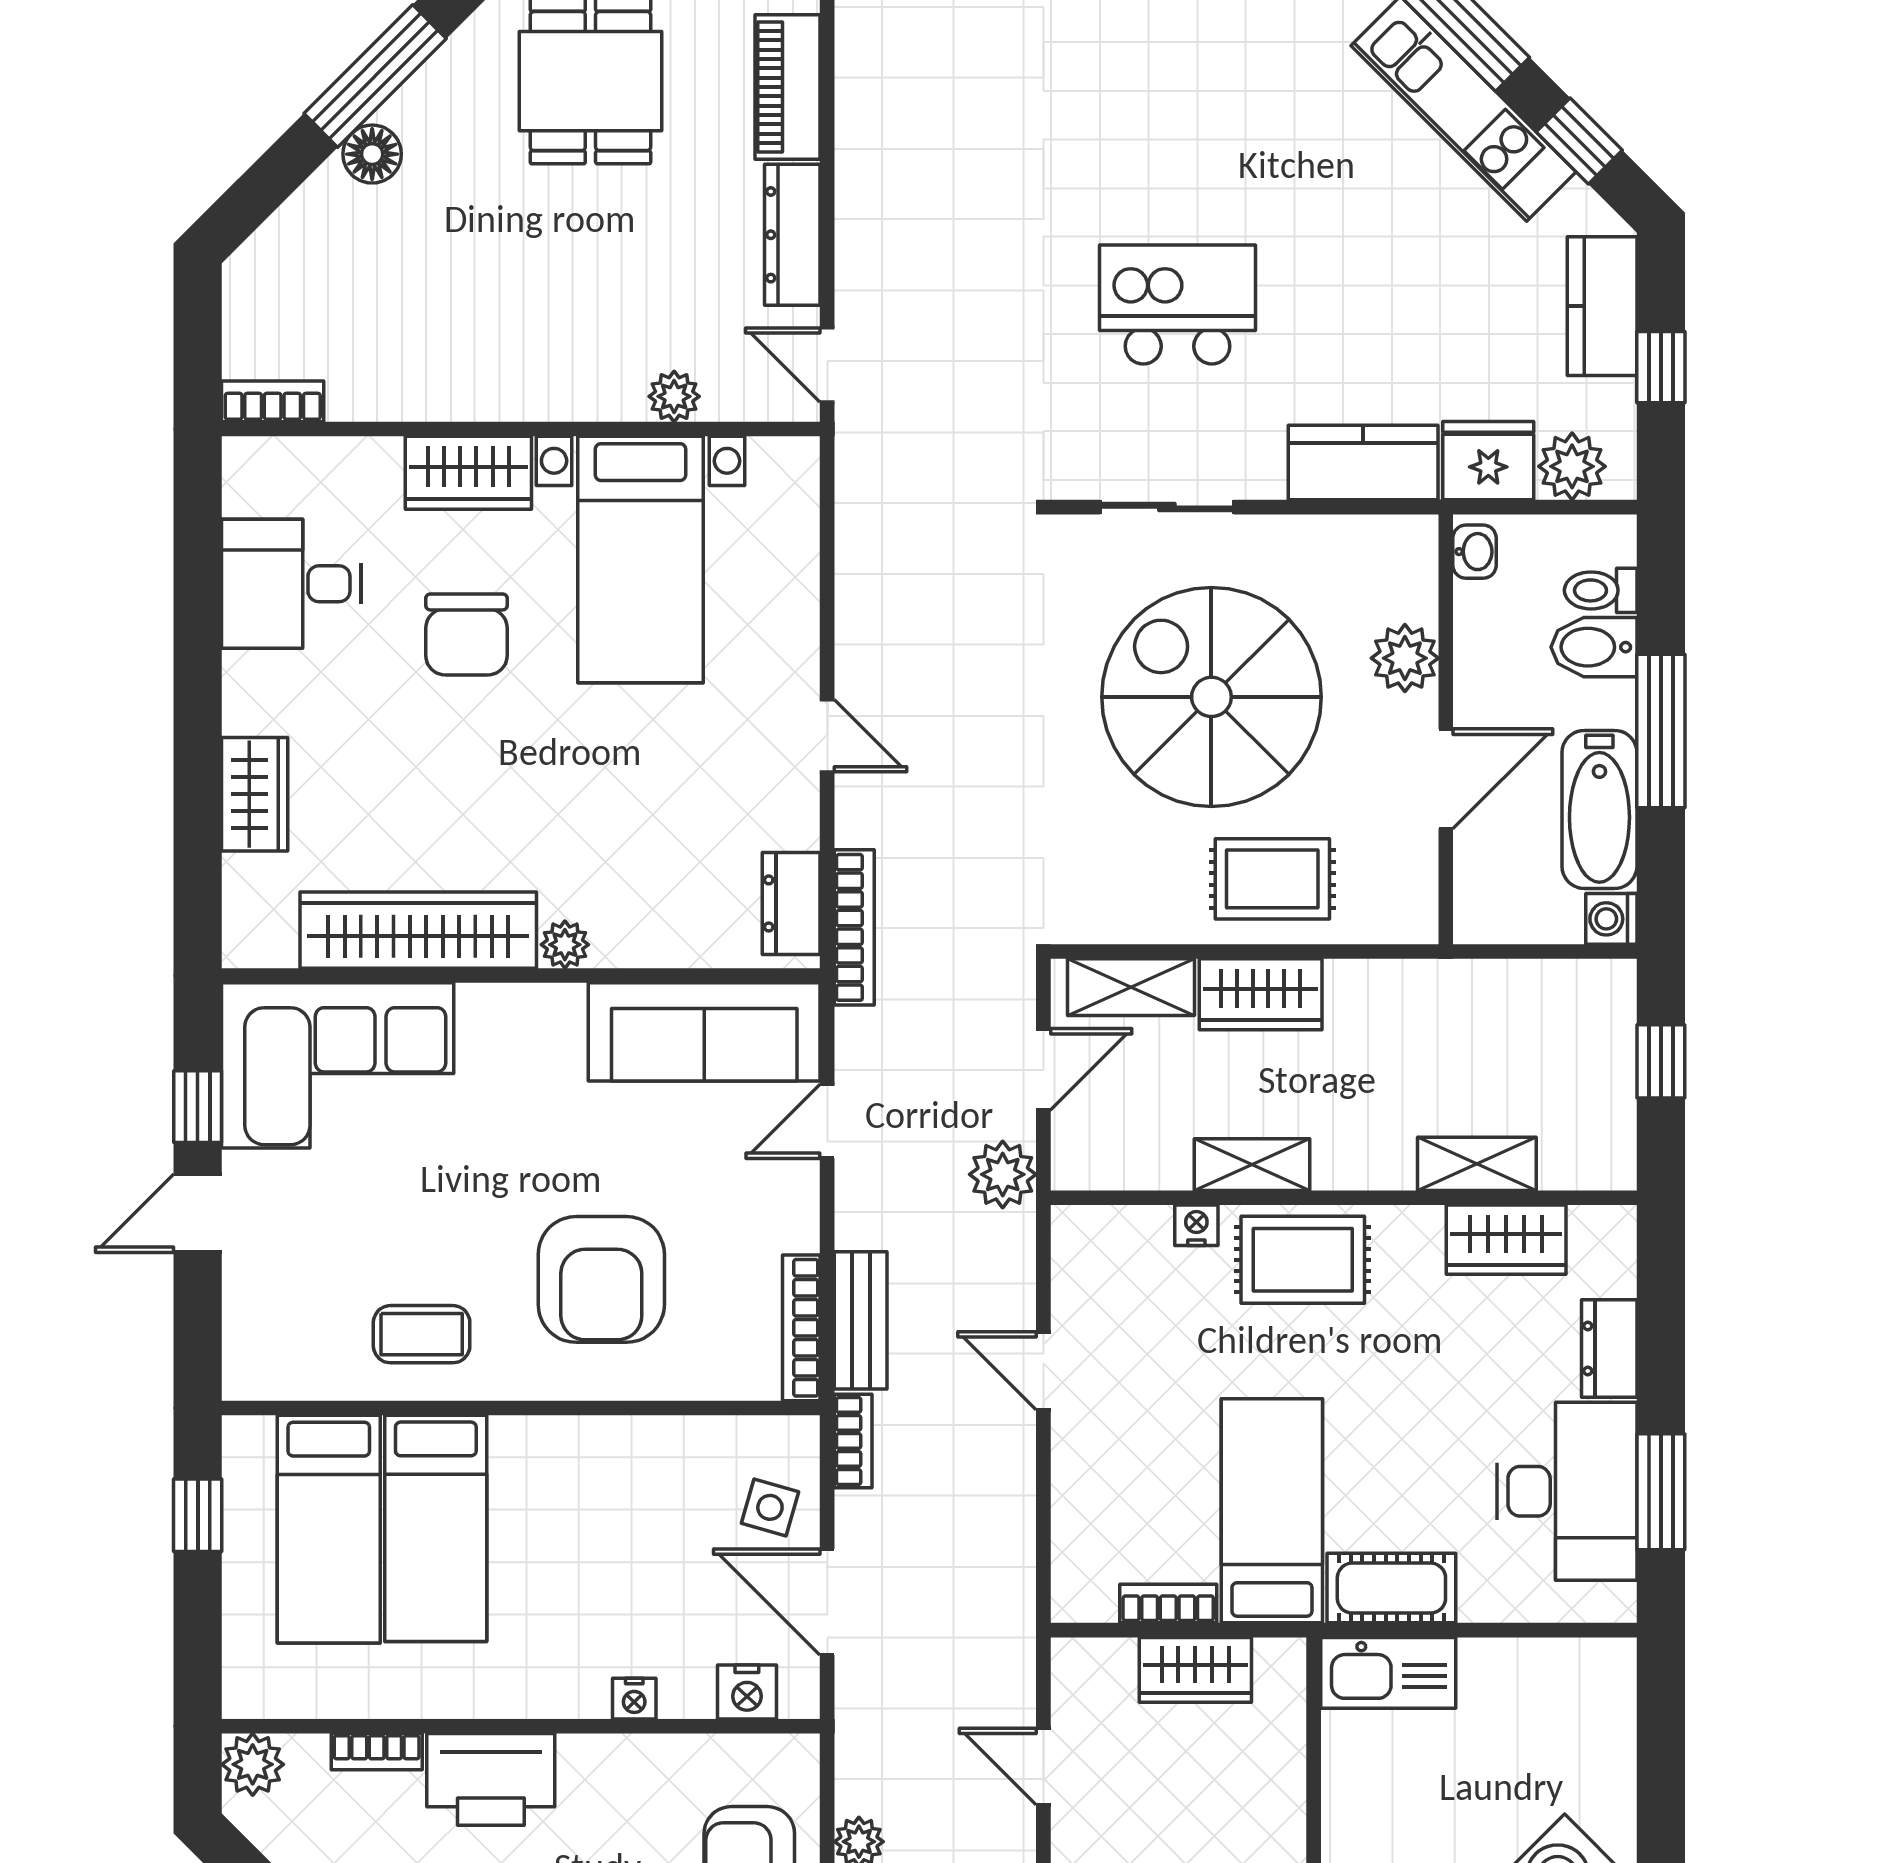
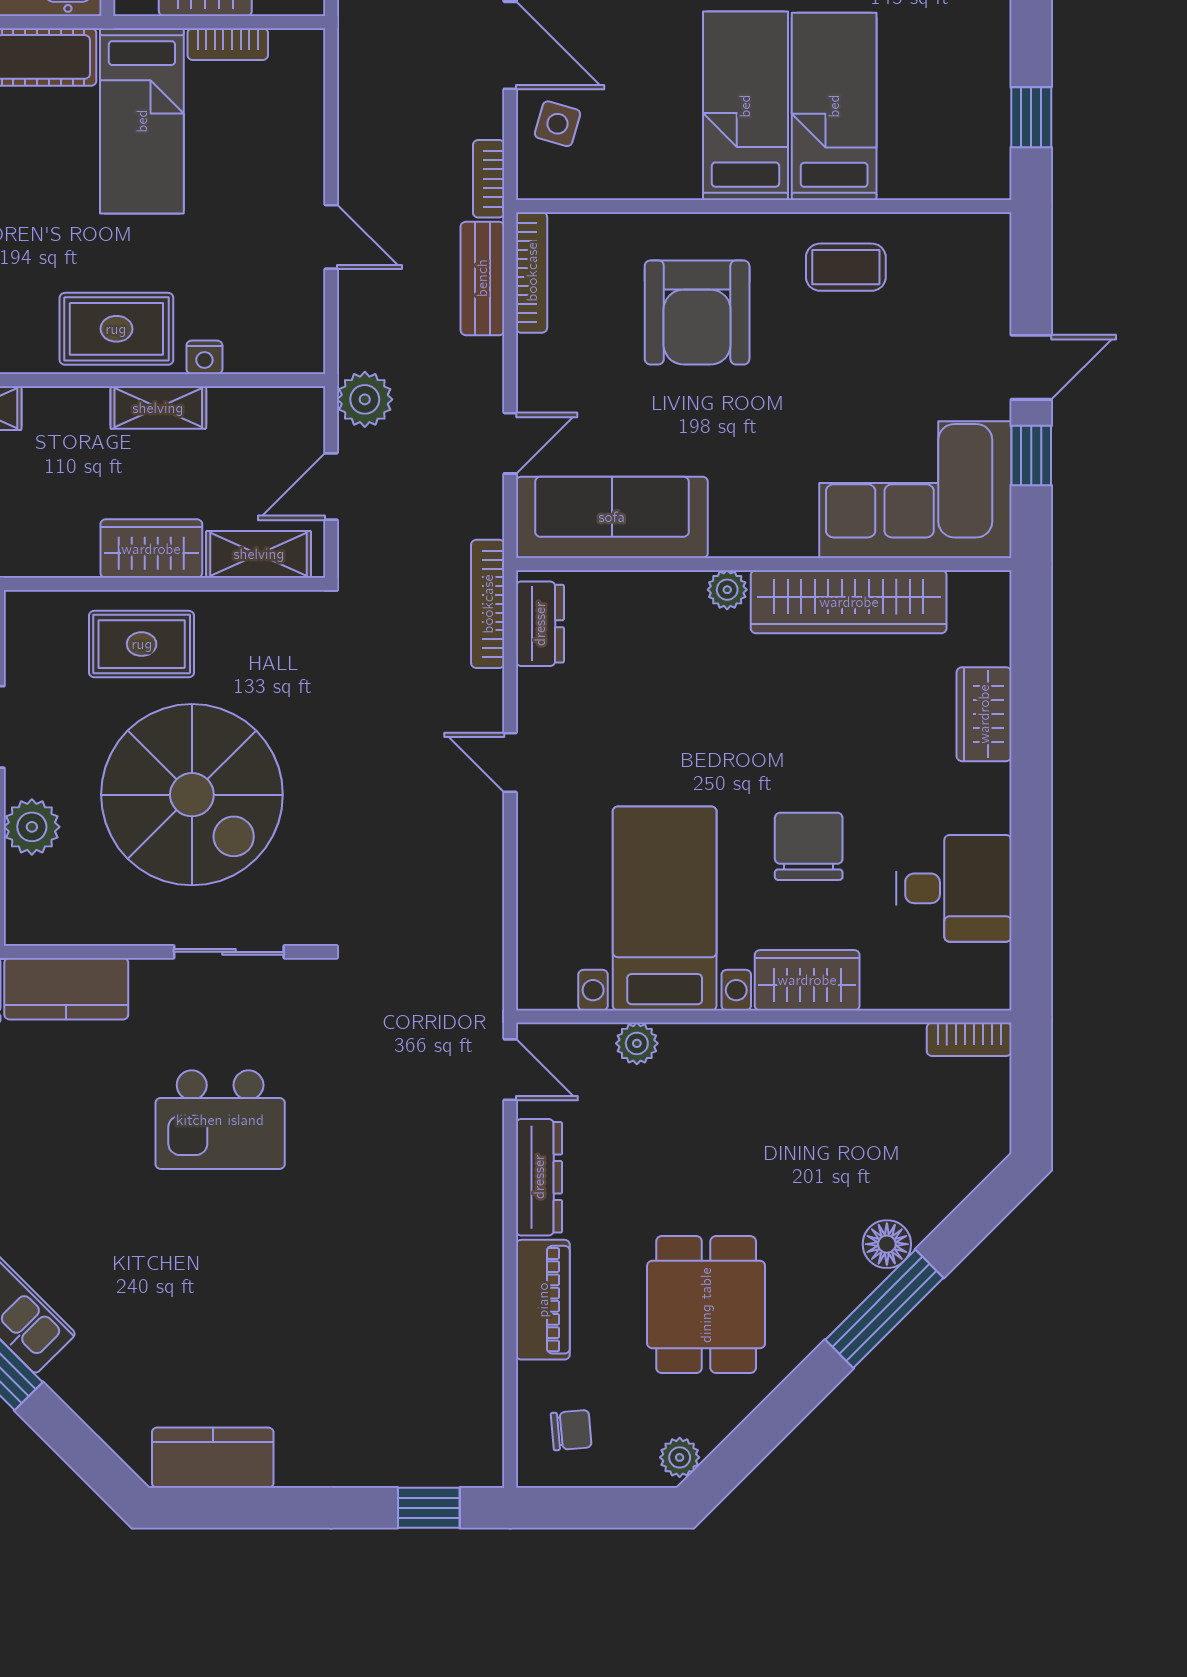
armchair: (601, 1279) -> (697, 312), turned 180
bed: (329, 1529) -> (745, 106), moved

